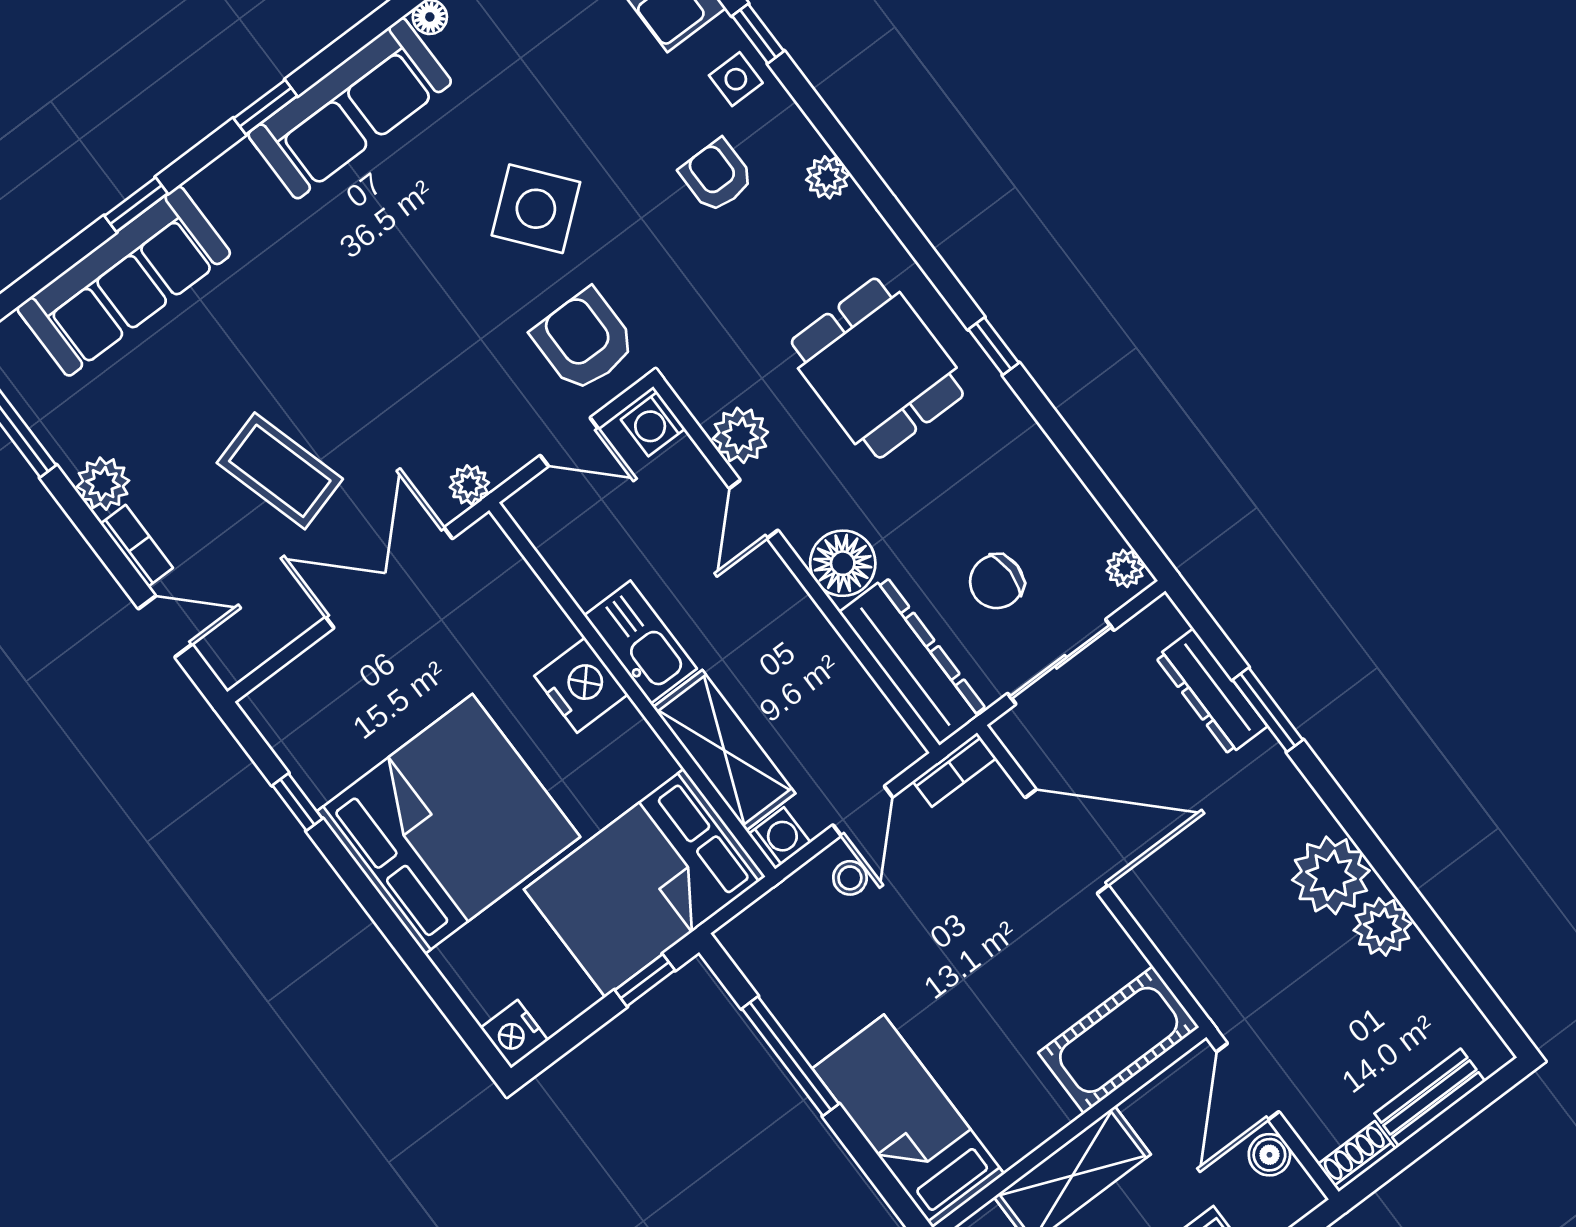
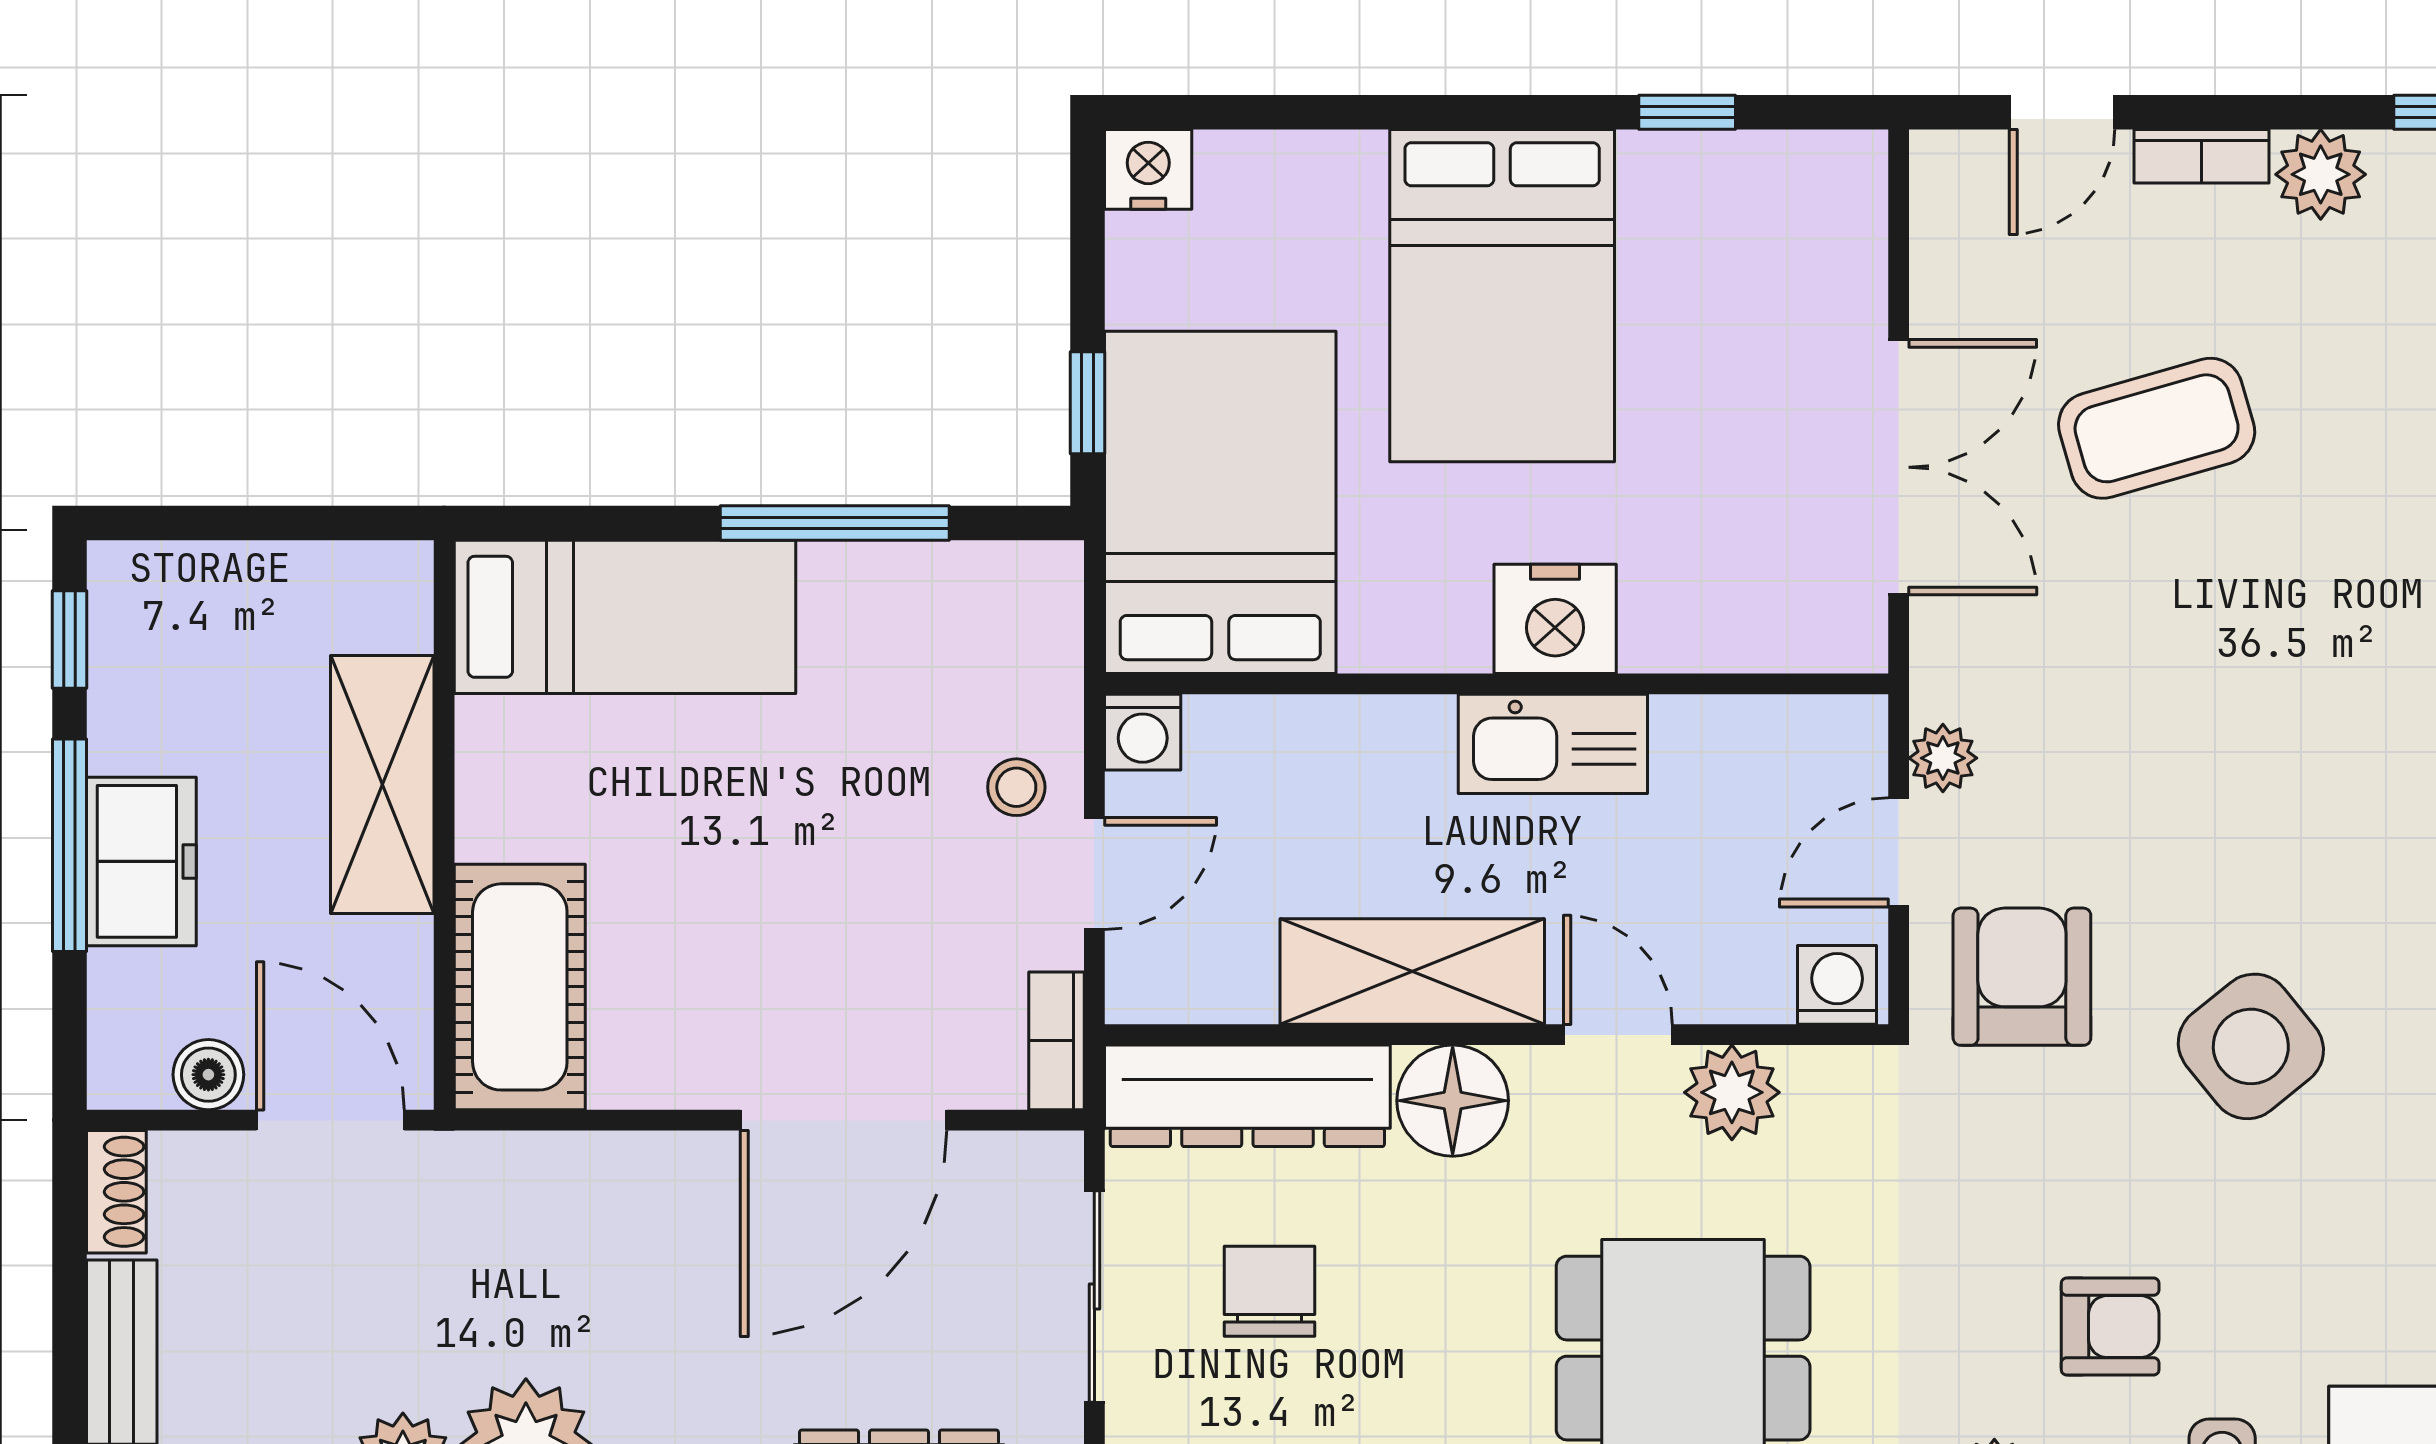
armchair: (584, 340) -> (2022, 977), turned -90
plant: (469, 485) -> (1943, 758), moved
shelving: (724, 750) -> (1412, 971), moved
door: (863, 811) -> (1094, 874), swing flipped
bed: (449, 824) -> (1502, 296), width x0.73

